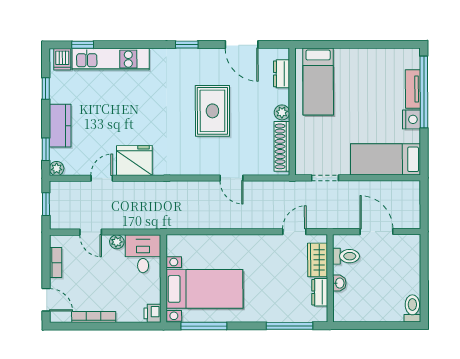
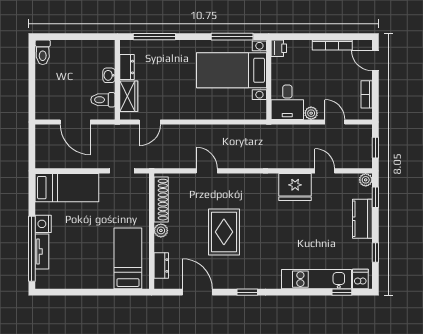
door: (102, 178) -> (325, 171), swing flipped

